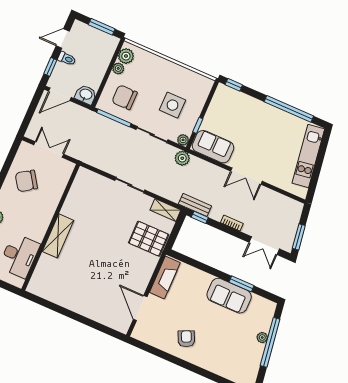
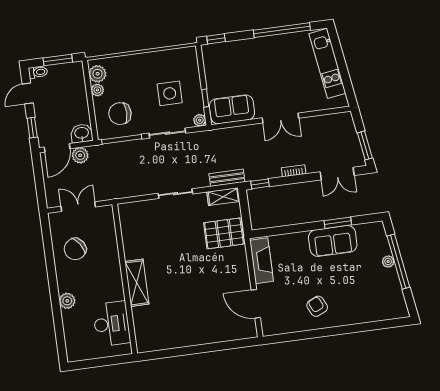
toilet: (67, 59) -> (38, 72), moved
plant: (182, 158) -> (80, 155), moved
bench: (195, 205) -> (227, 178), moved

